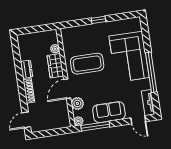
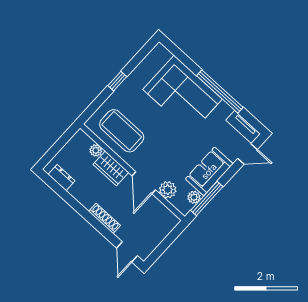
coffee table: (87, 64) -> (122, 131), moved, turned 90
dresser: (27, 69) -> (62, 178), moved
plant: (78, 121) -> (194, 197), moved

